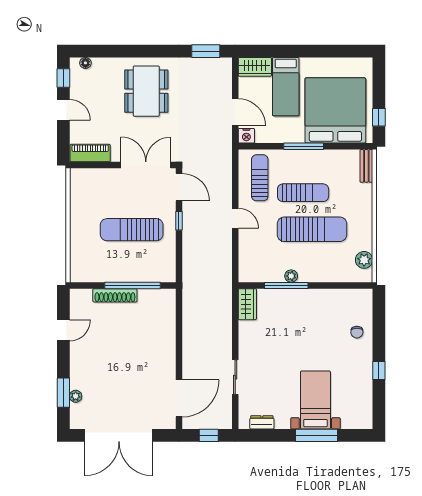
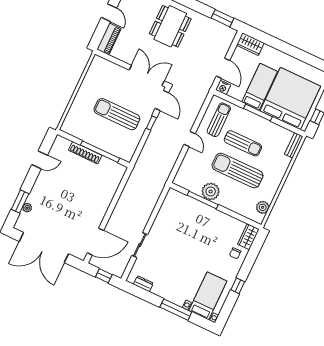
bed: (286, 87) -> (260, 87), moved, turned 180
piano: (90, 153) -> (109, 39), moved, turned 90
sun lounger: (312, 229) -> (237, 171), turned 180
plant: (291, 276) -> (211, 191), width x1.88, depth x1.88
wardrobe: (247, 304) -> (248, 237), moved, turned 180
bed with nightstands: (315, 400) -> (208, 296), moved

